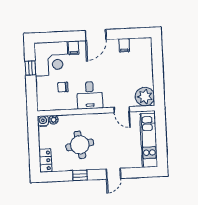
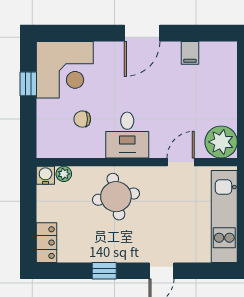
filing cabinet: (74, 48) -> (104, 53), removed
door: (122, 110) -> (181, 162), swing flipped
round table: (80, 145) -> (116, 197), moved

